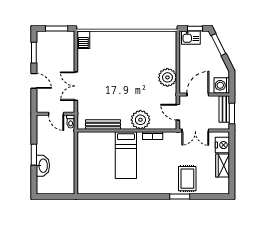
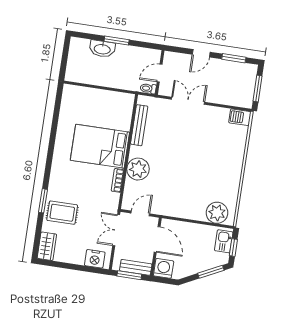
plant: (167, 77) -> (217, 213), moved
bed: (126, 155) -> (100, 146), width x1.50
wardrobe: (223, 166) -> (47, 246), moved, turned 90

